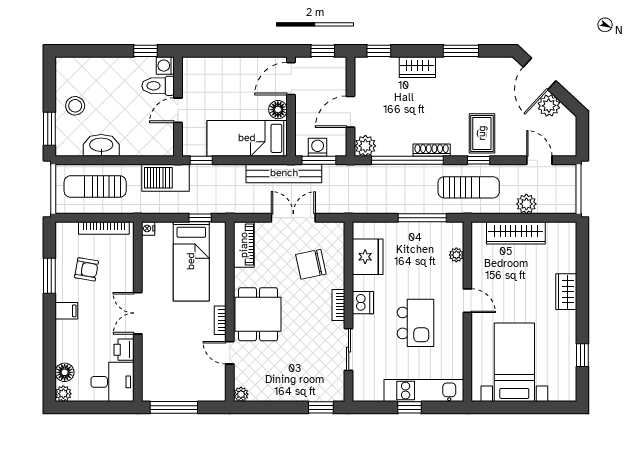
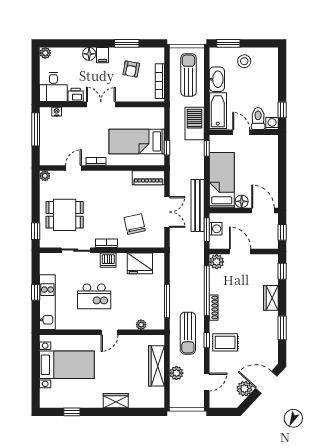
bathtub: (147, 144) -> (218, 111), added
nightstand: (148, 228) -> (57, 112), moved
dining table: (258, 314) -> (65, 215), moved
floor lamp: (65, 372) -> (89, 54), moved

